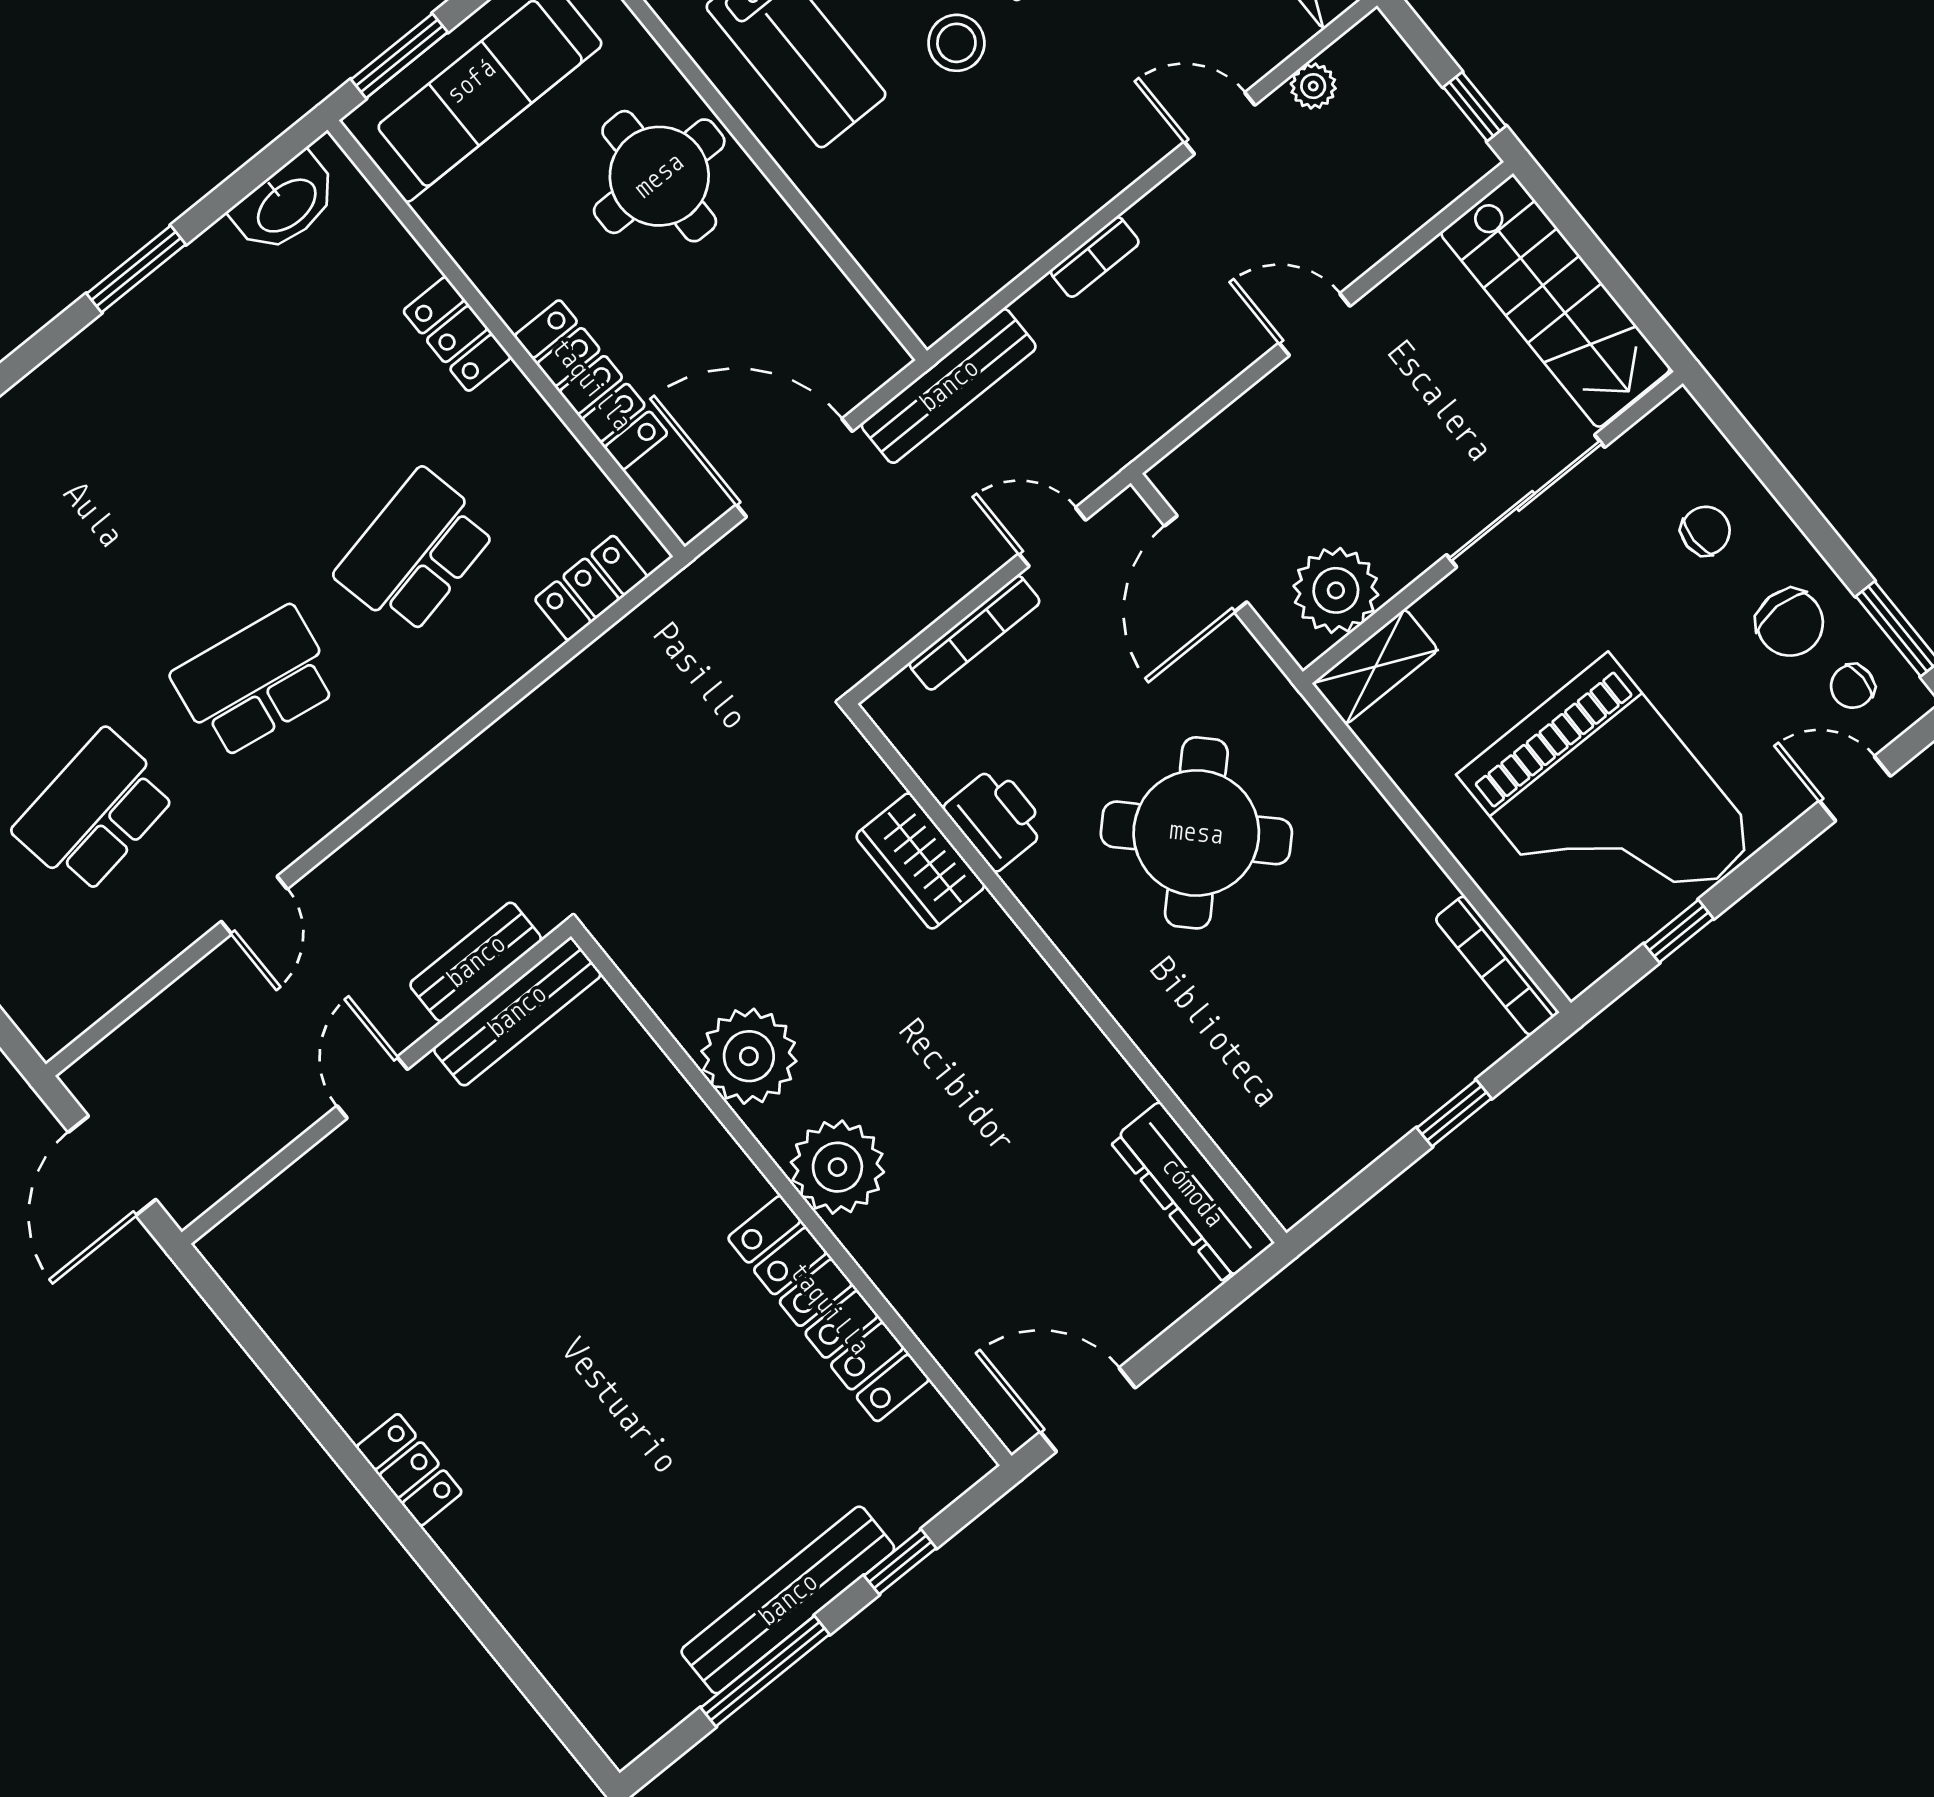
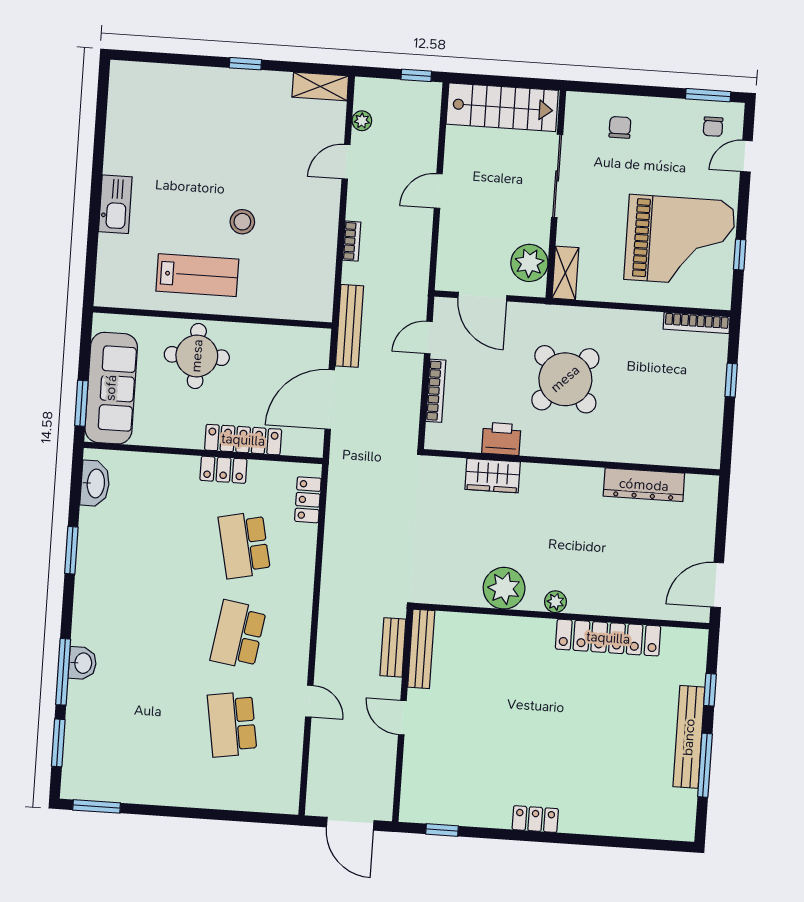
locker: (457, 334) -> (223, 470), moved
chair: (1790, 623) -> (674, 128), removed
plant: (837, 1167) -> (555, 602), width x0.53, depth x0.53
dresser: (1192, 1192) -> (644, 485), moved
window: (245, 1330) -> (442, 830), added

